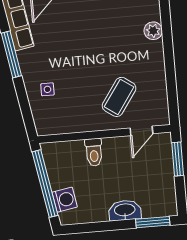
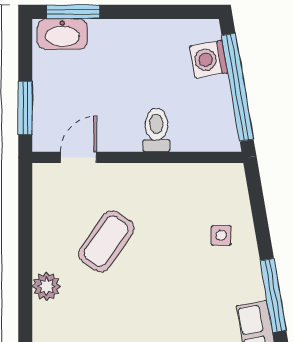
plant: (153, 31) -> (46, 286), moved
coffee table: (119, 97) -> (106, 241), moved
washbasin: (125, 210) -> (62, 34), moved

